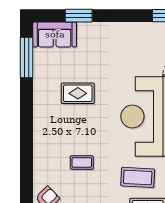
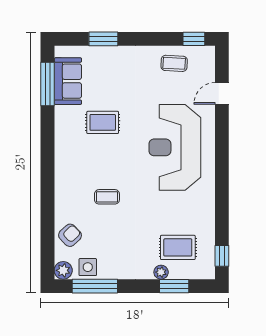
sofa: (55, 34) -> (68, 81), moved, turned -90
coffee table: (138, 177) -> (174, 63), moved, width x0.73, depth x0.77

